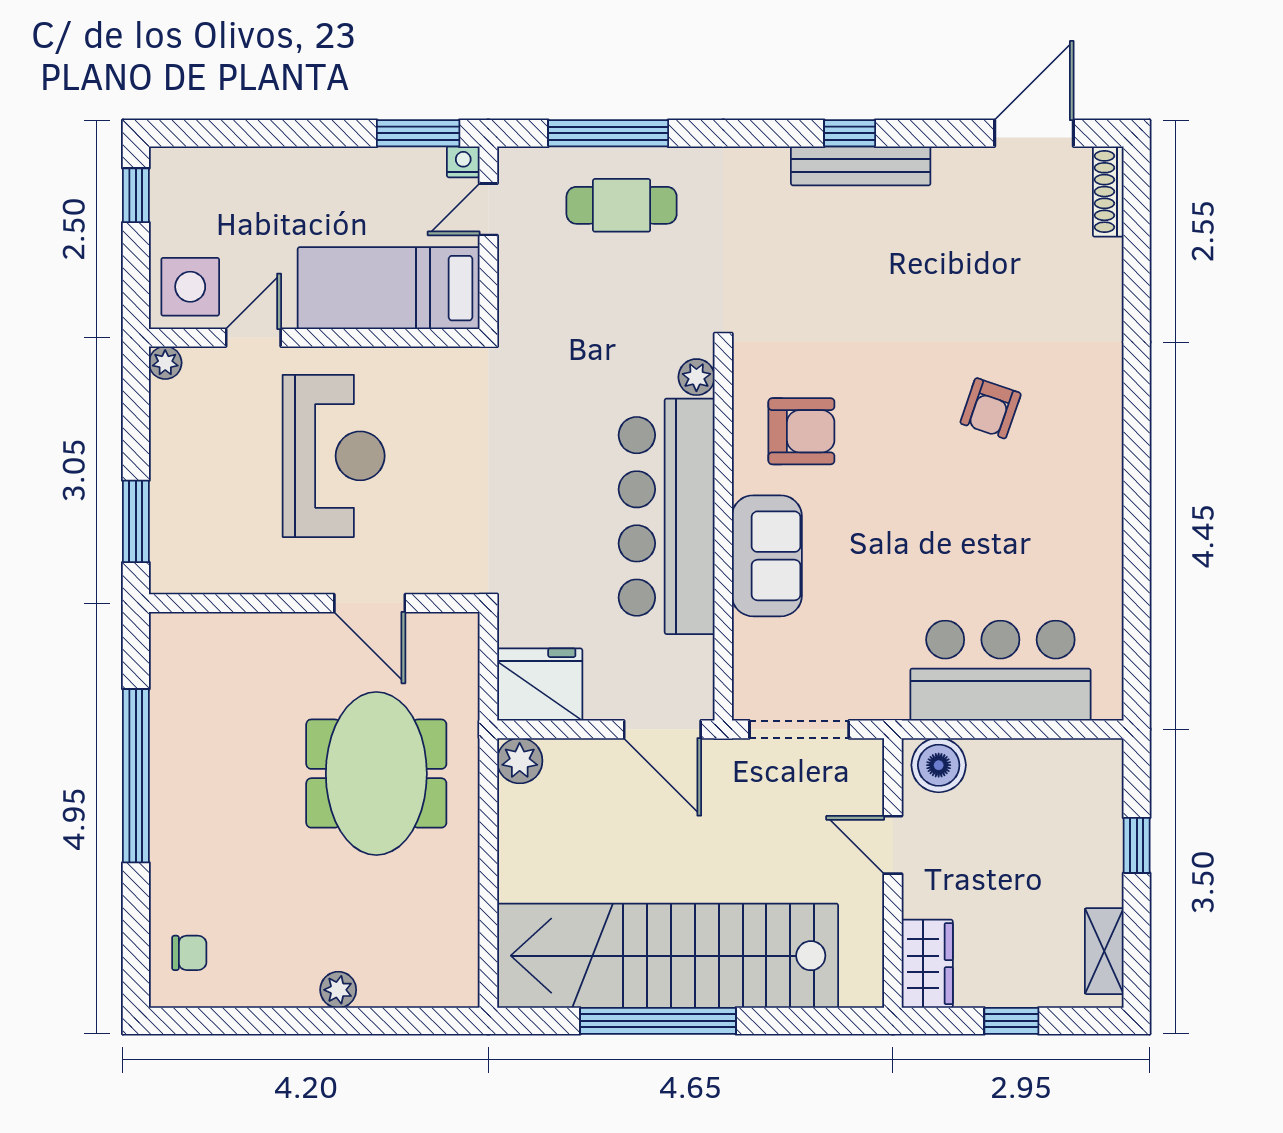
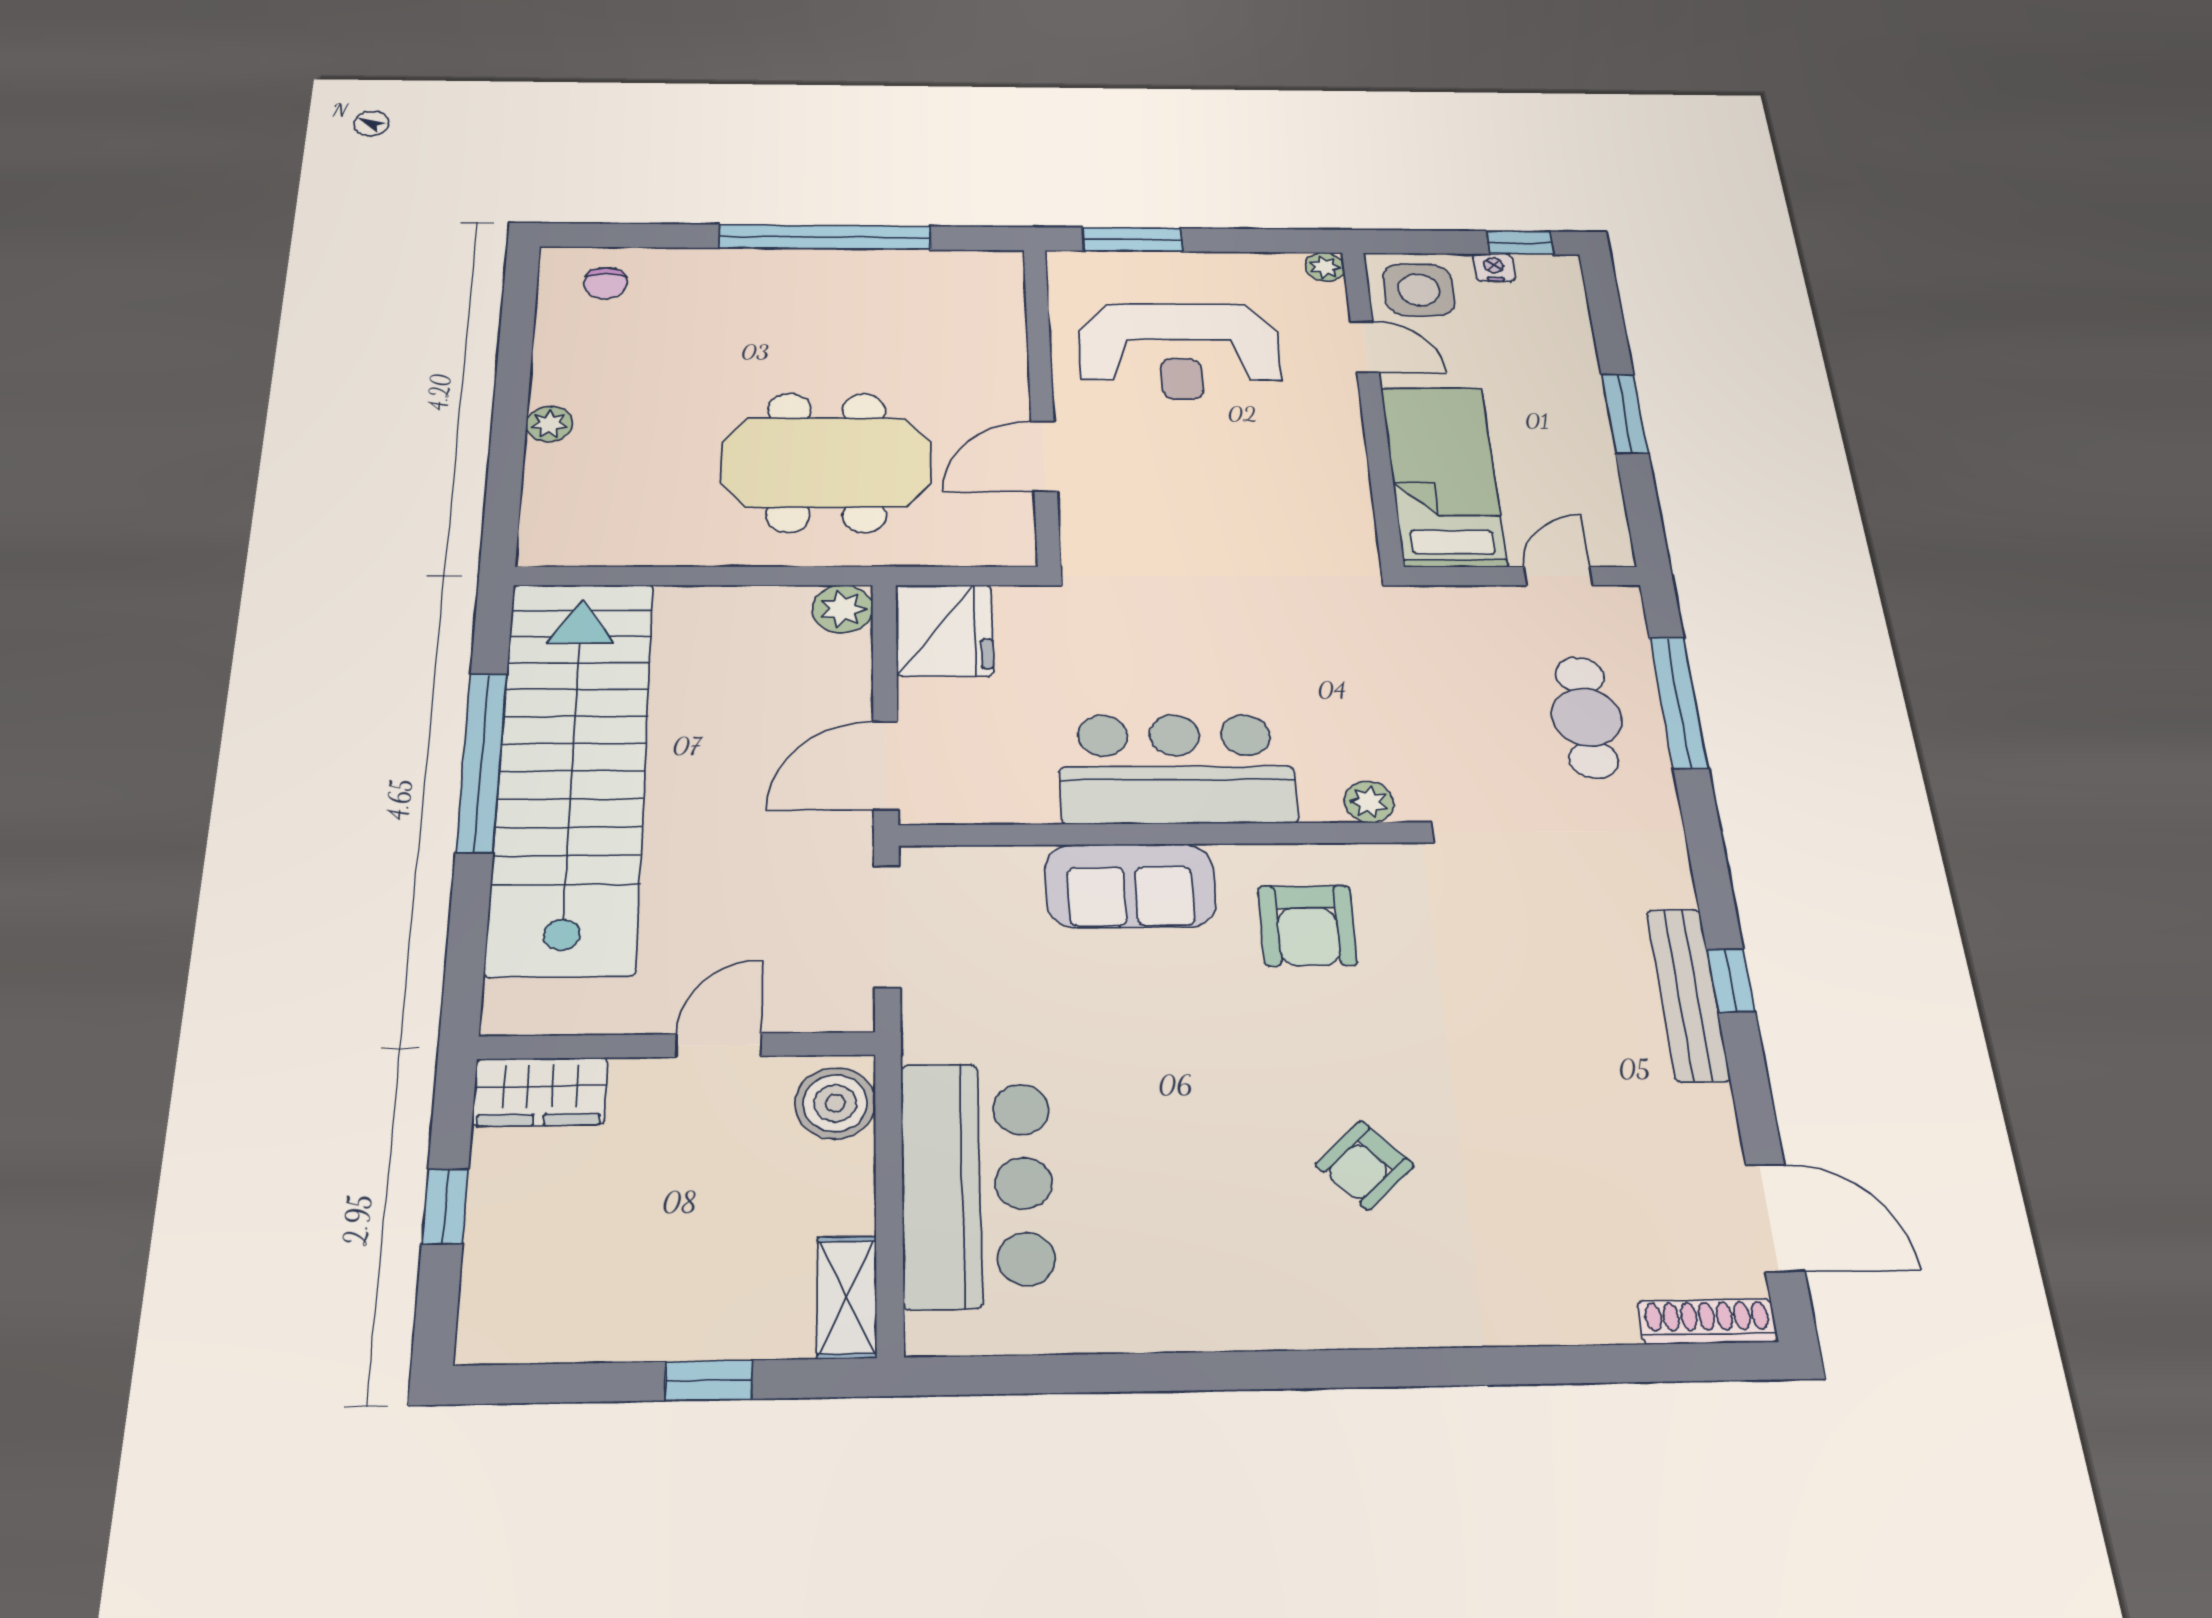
window: (418, 133) -> (1625, 414), moved
nightstand: (463, 162) -> (1494, 267), moved, turned -90
door: (488, 209) -> (1558, 576), hinge flipped
armchair: (991, 408) -> (1365, 1165), turned -63
reception desk: (334, 456) -> (1180, 351), moved
bar counter: (667, 516) -> (1177, 769), width x0.73
shelving: (1104, 951) -> (847, 1297), moved, turned 90

